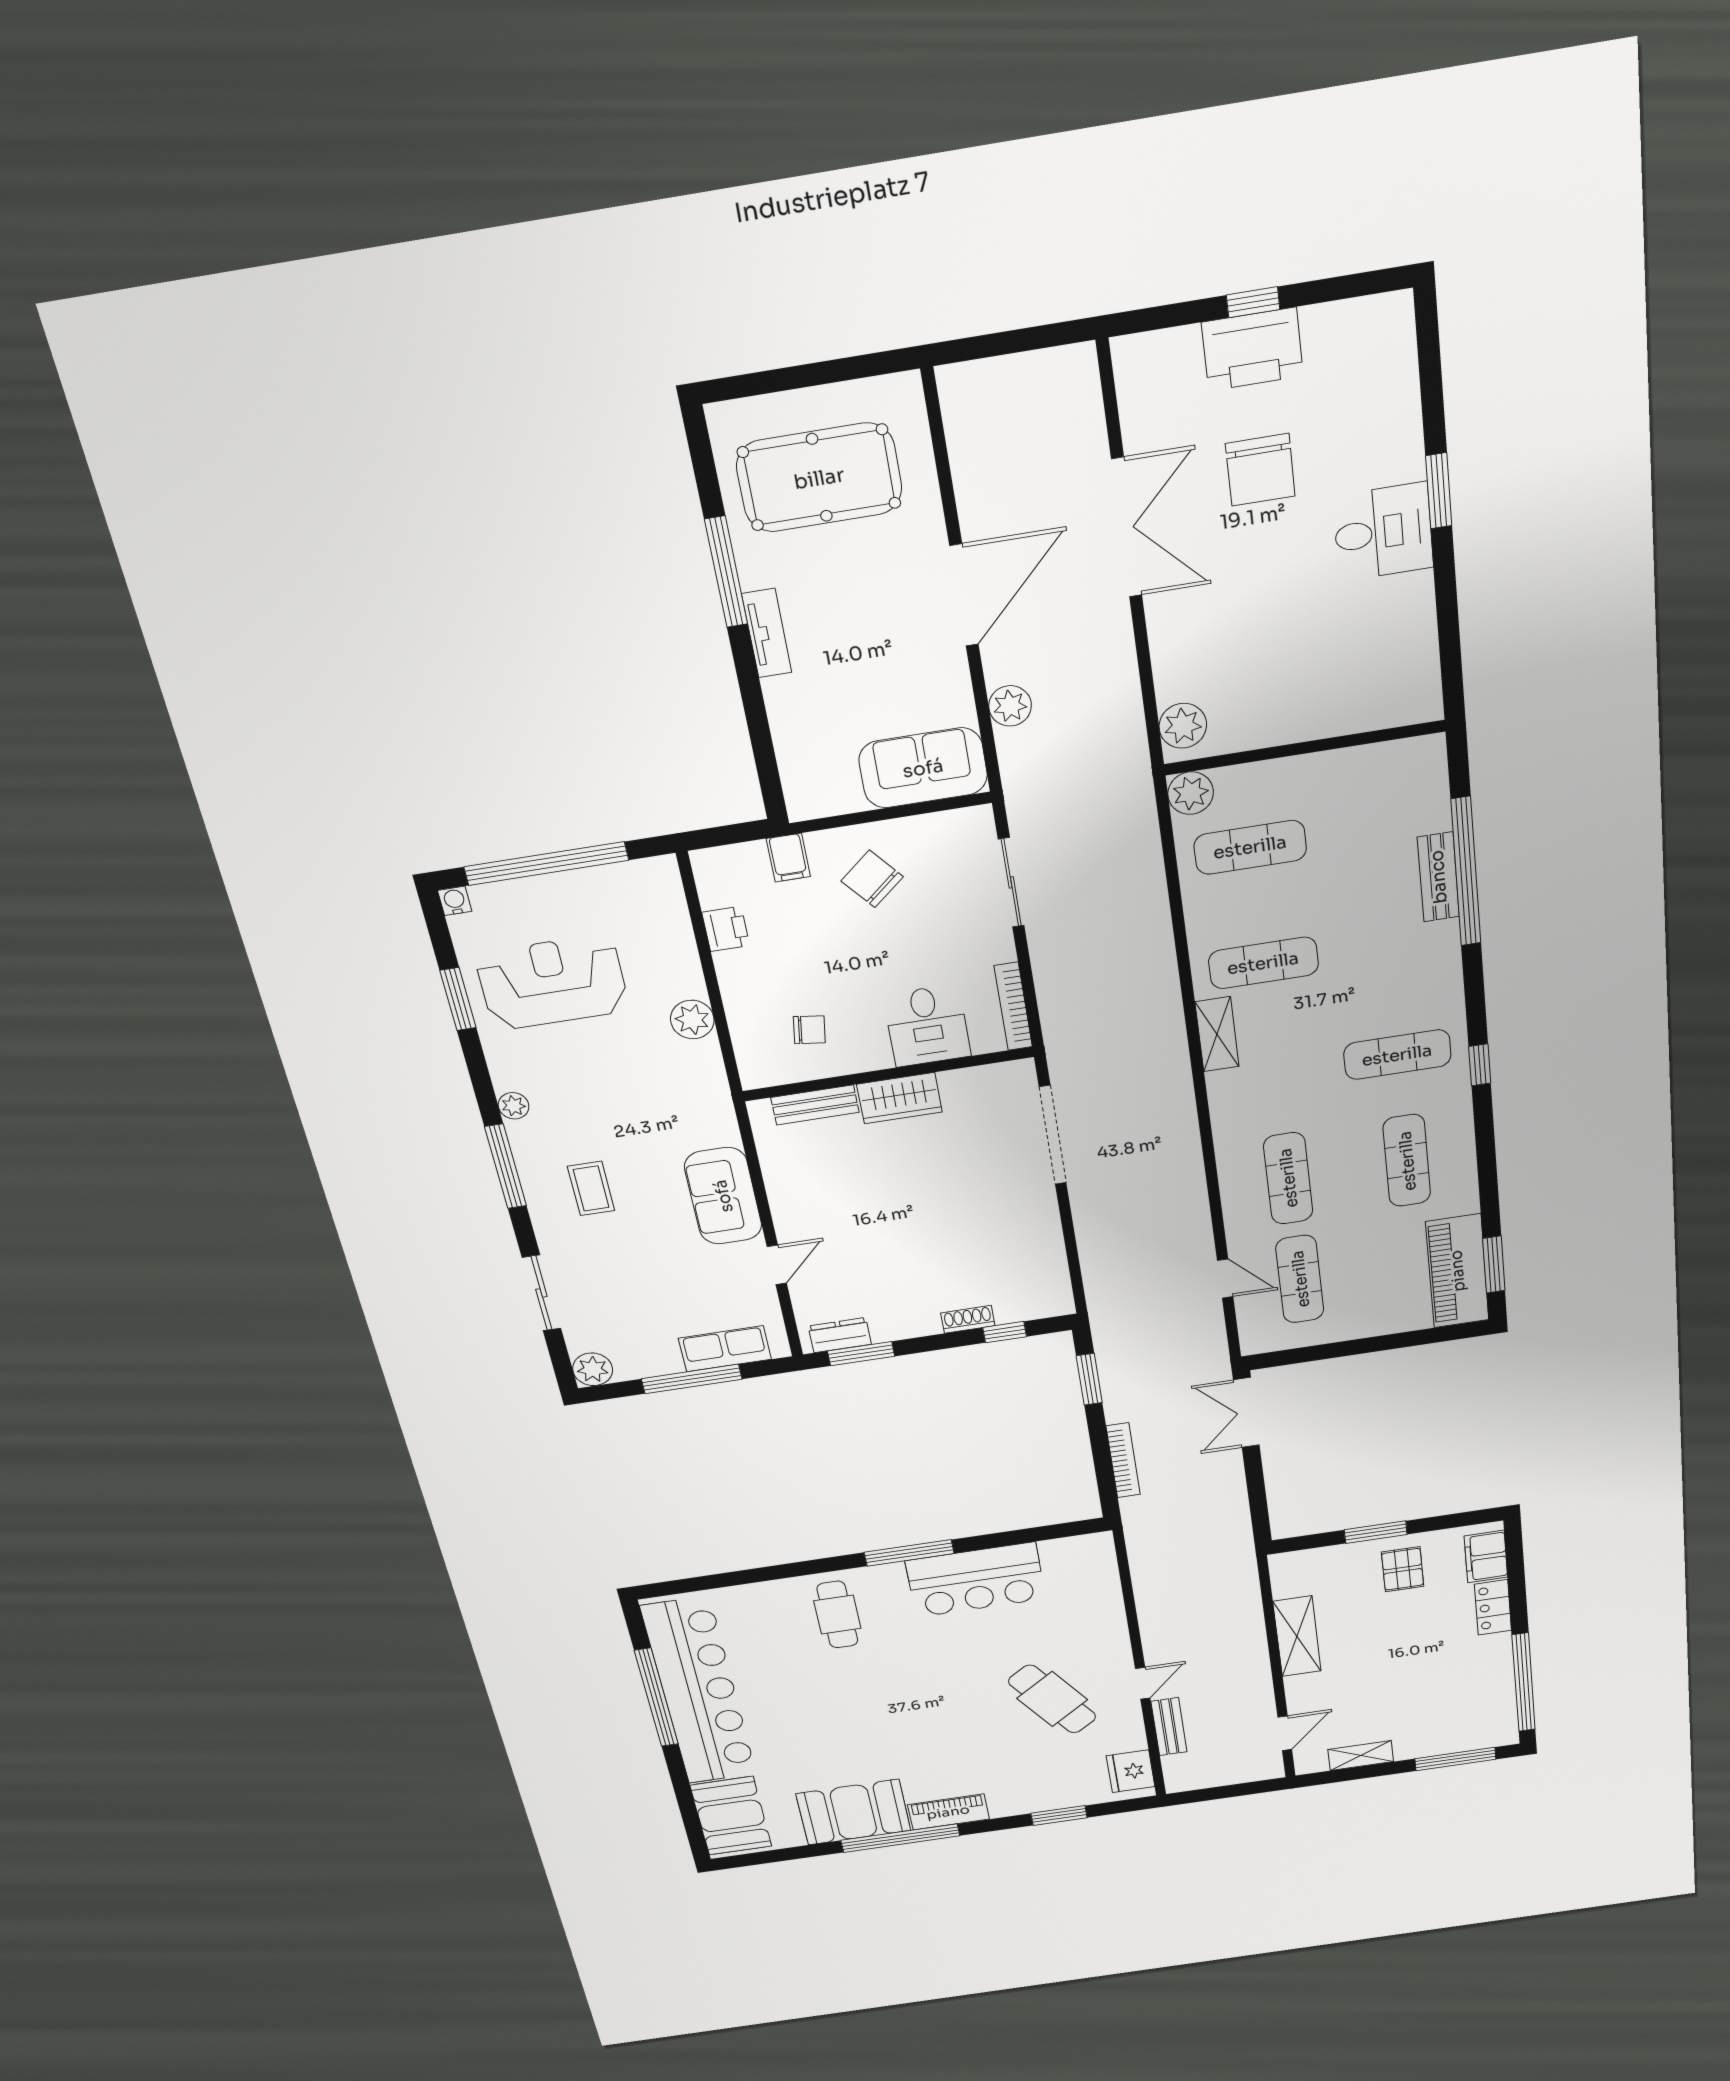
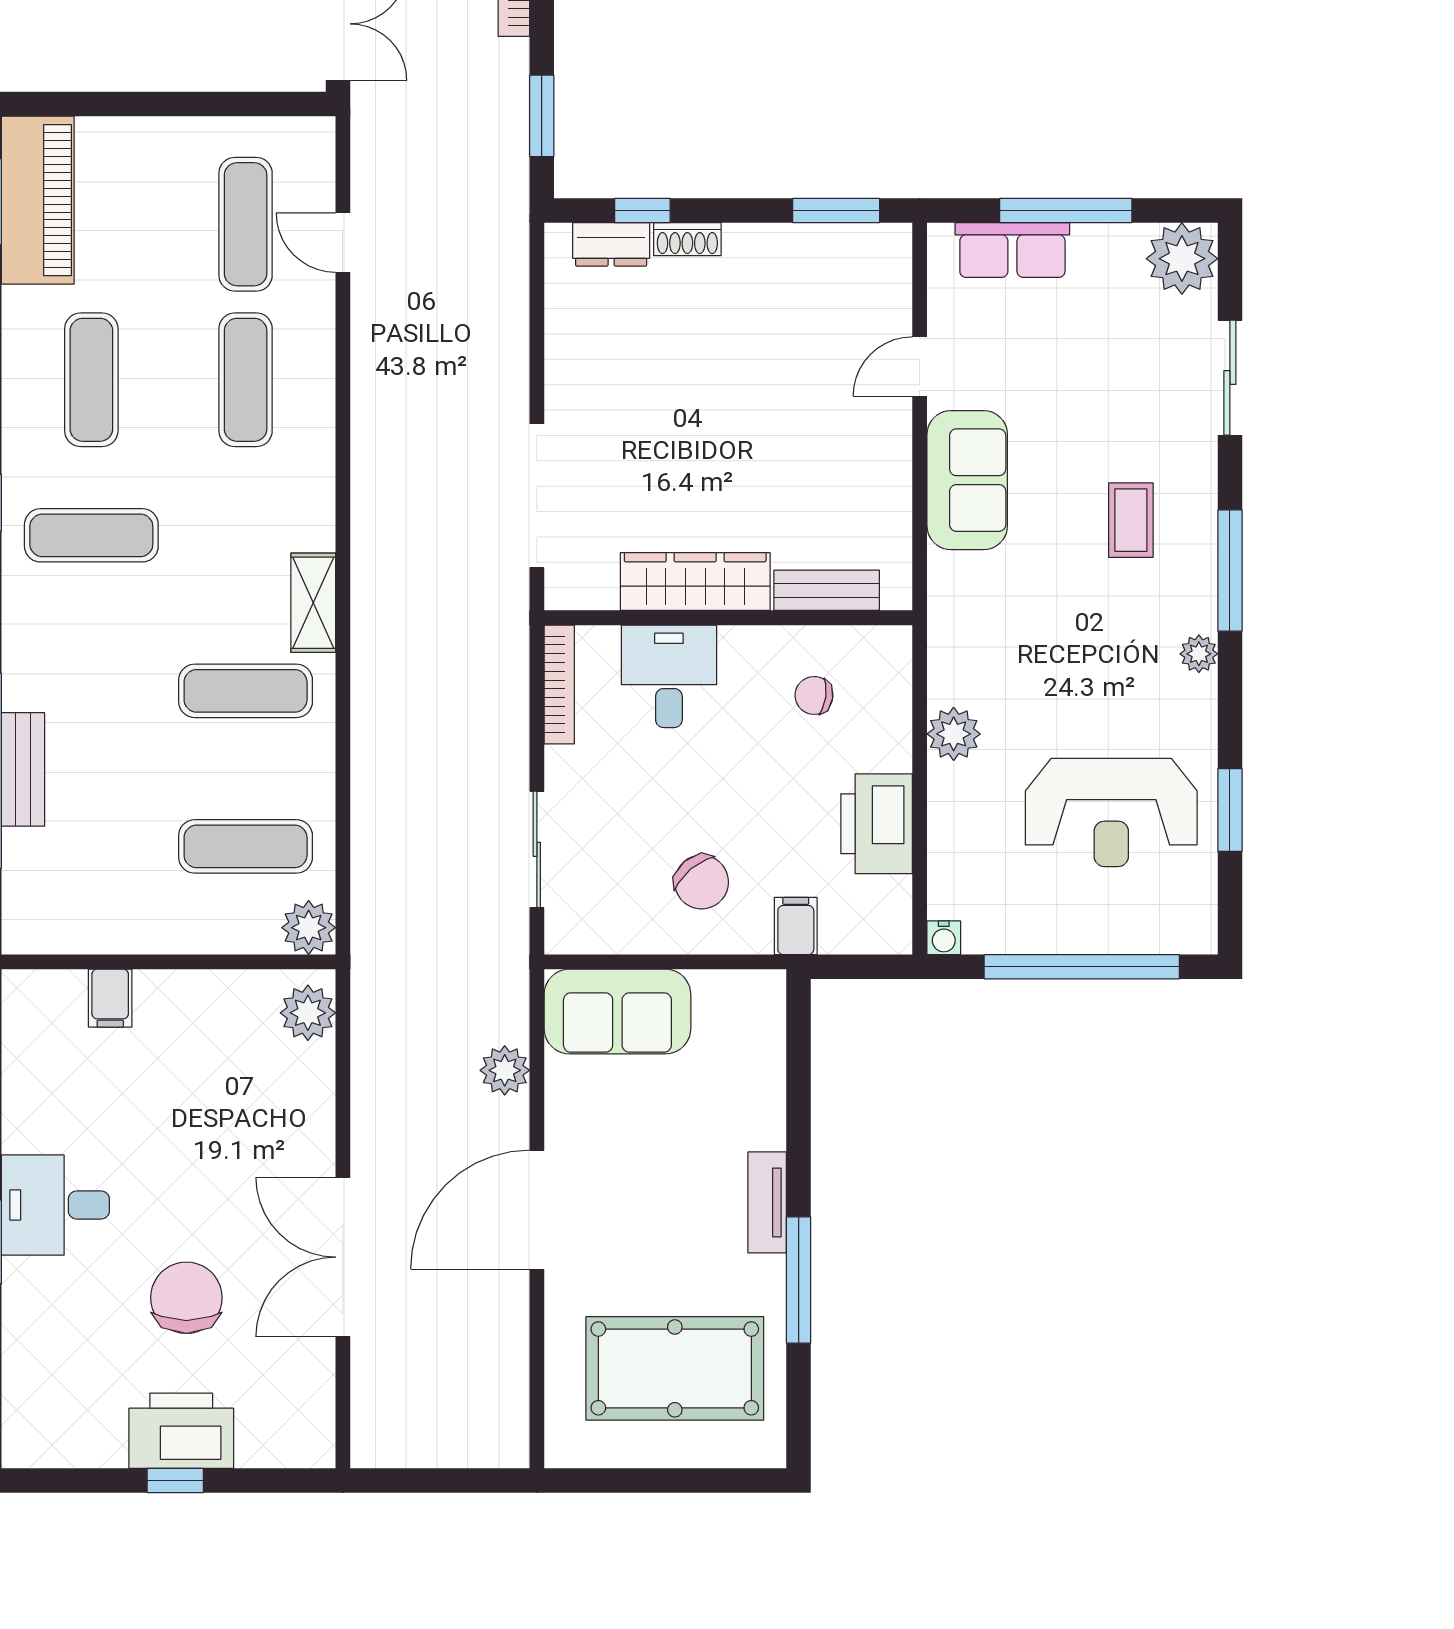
filing cabinet: (1351, 711) -> (110, 998), added
water cooler: (455, 901) -> (944, 938), moved
printer: (726, 929) -> (877, 824), width x1.87, depth x1.48
wardrobe: (899, 1098) -> (695, 582), width x1.50
dresser: (840, 1335) -> (611, 244), moved
plant: (593, 1369) -> (1182, 259), width x1.36, depth x1.36

